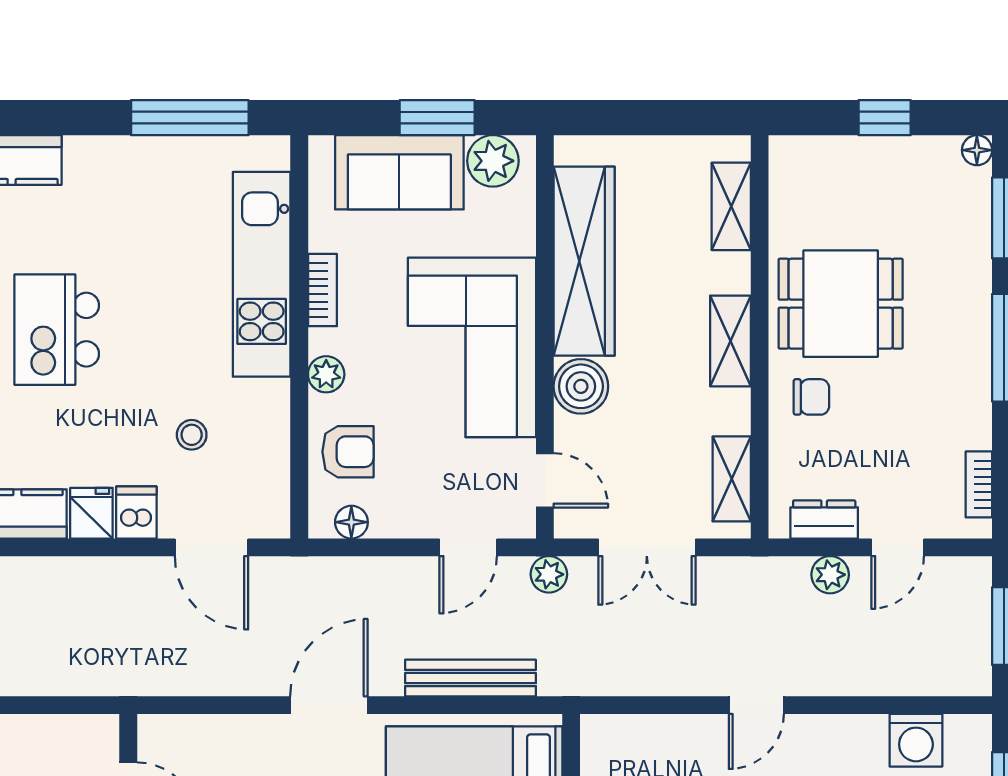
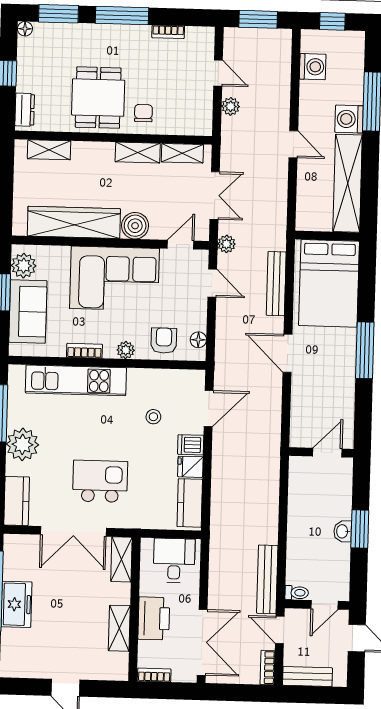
plant: (127, 169) -> (22, 444), added
kitchen island: (57, 330) -> (100, 481), turned 180
shelving: (730, 341) -> (138, 153), moved
bookcase: (979, 484) -> (168, 32), moved
dresser: (824, 519) -> (25, 110), moved, turned 180

